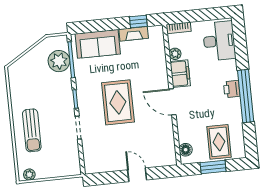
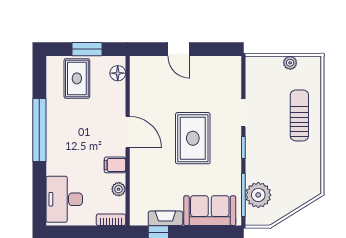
filing cabinet: (180, 74) -> (115, 165), width x0.50
printer: (232, 89) -> (55, 140), removed
plant: (29, 175) -> (290, 63), moved

